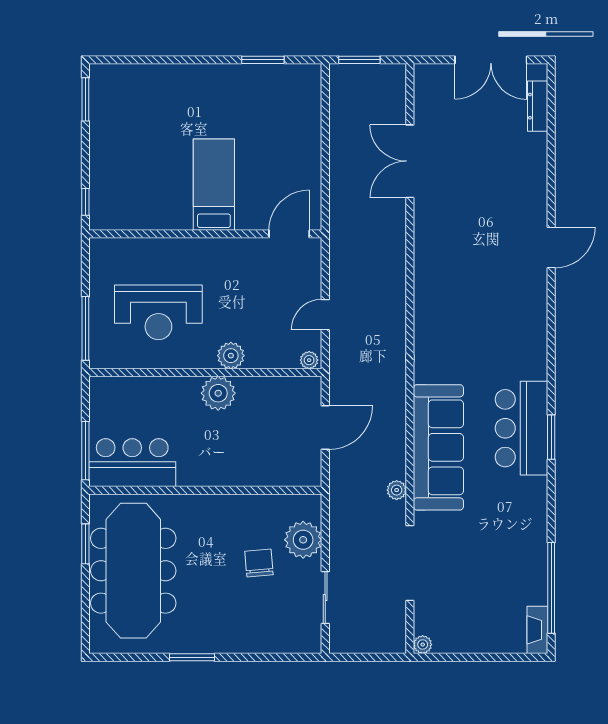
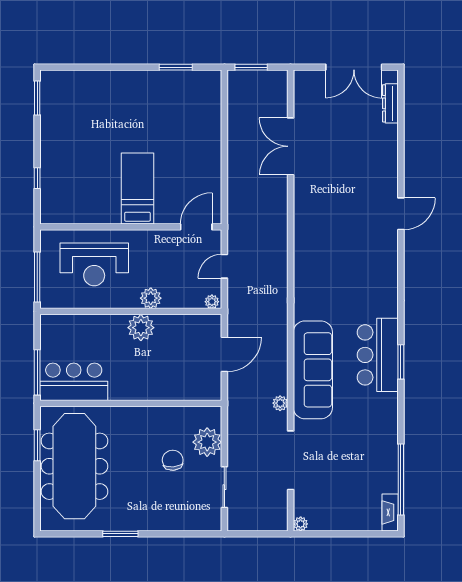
bed: (214, 185) -> (137, 189), moved
wall: (205, 234) -> (131, 227), moved
door: (289, 234) -> (196, 227), moved

